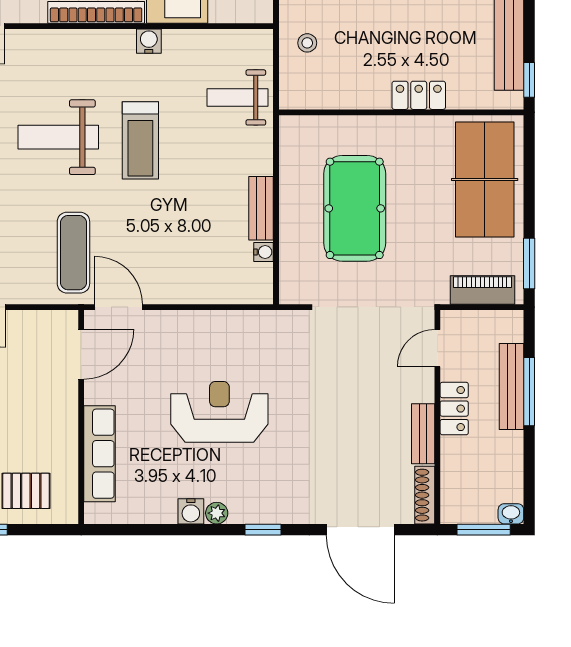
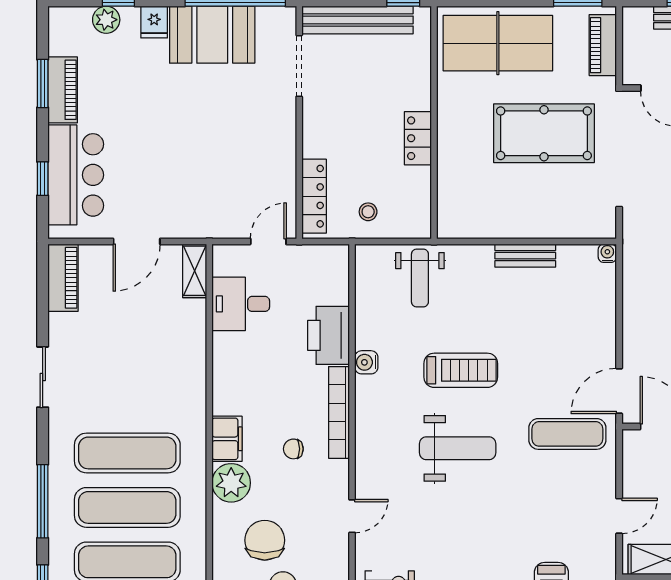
locker: (419, 95) -> (418, 138), moved
weight bench: (58, 137) -> (458, 448), turned -90
pool table: (355, 208) -> (544, 133), moved
water cooler: (264, 252) -> (607, 253), moved

